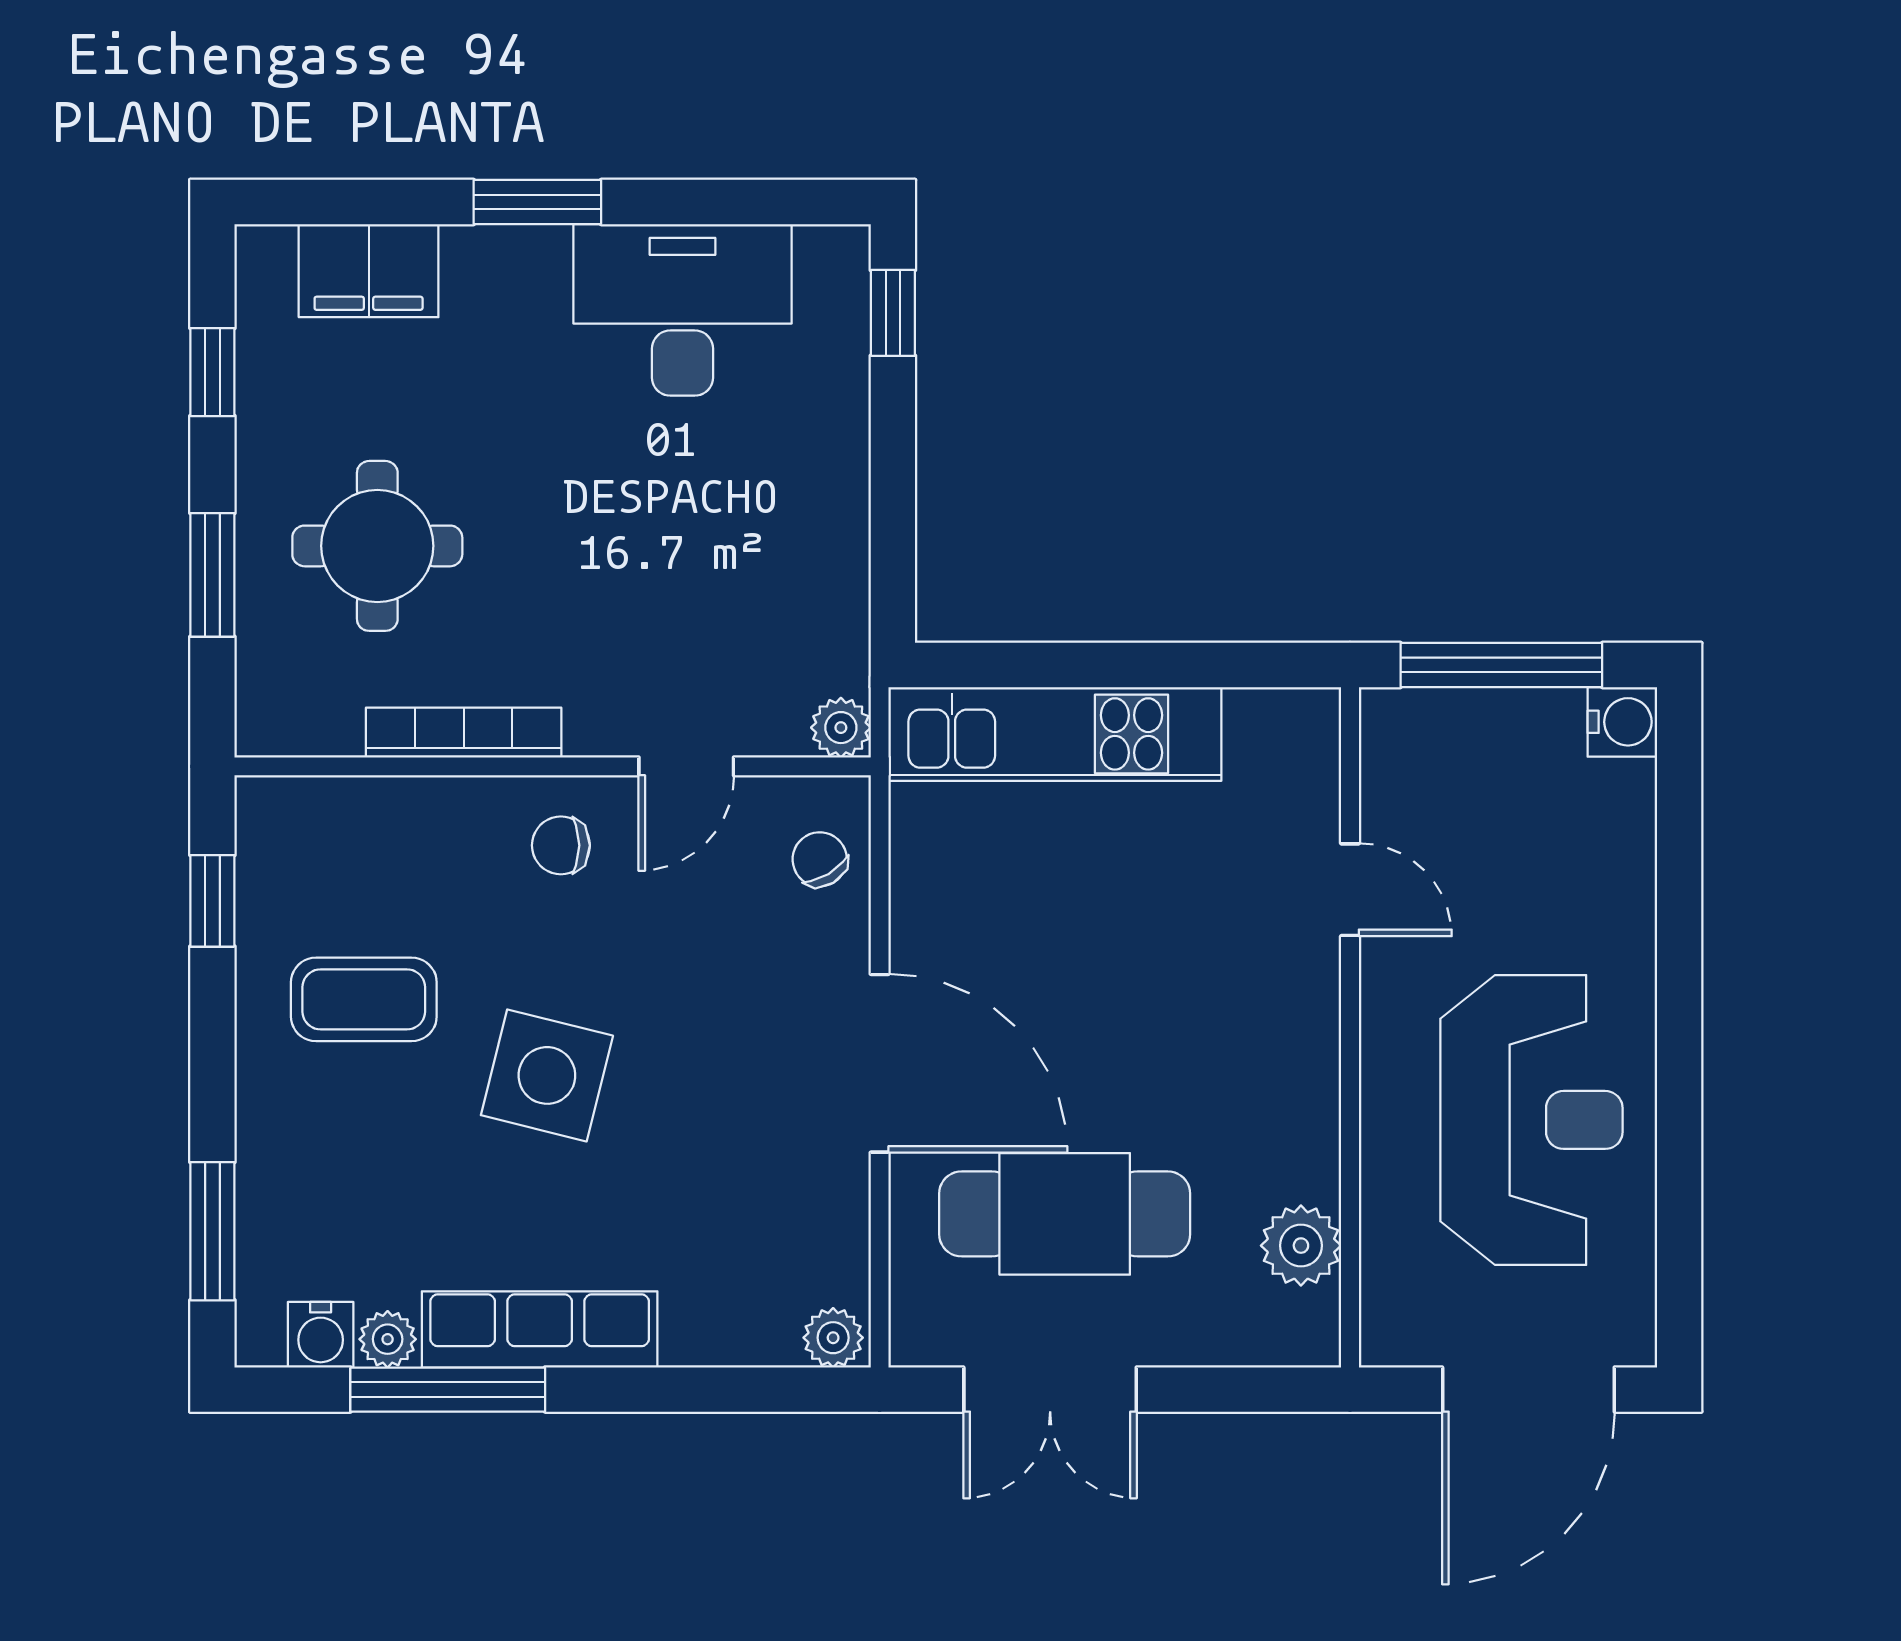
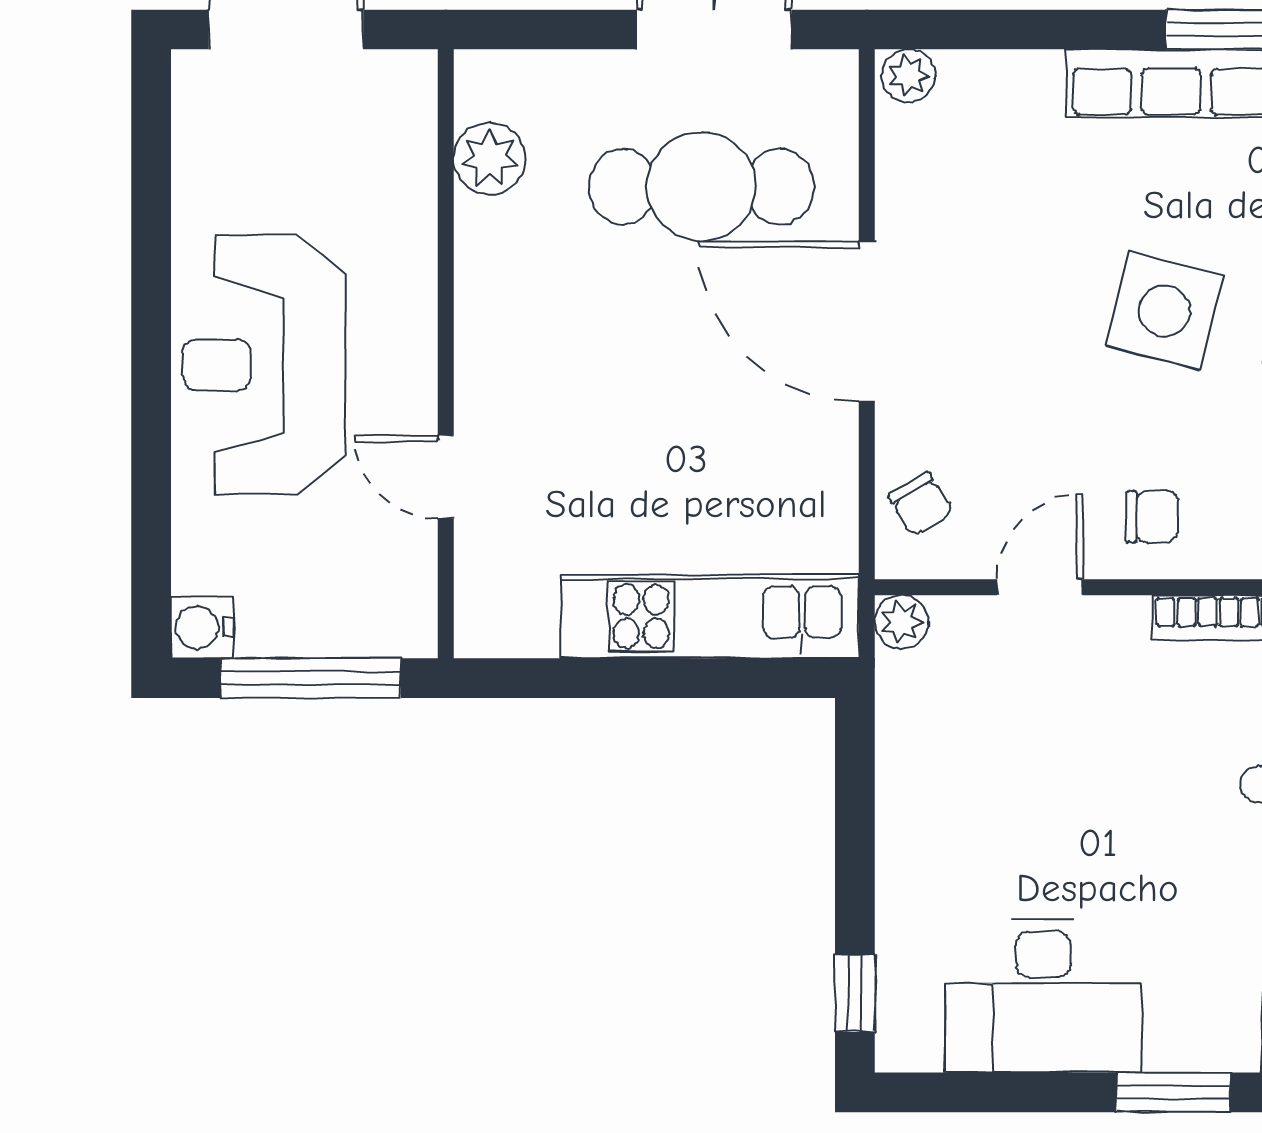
reception desk: (1531, 1120) -> (264, 365), moved

